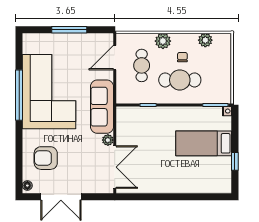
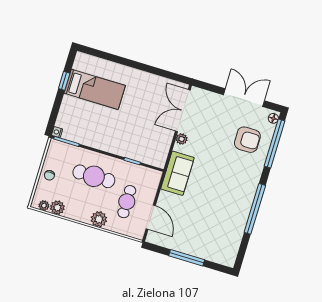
plant: (219, 38) -> (44, 206), added
chair: (182, 57) -> (49, 175), moved
door: (115, 58) -> (151, 217), hinge flipped
corner sofa: (49, 92) -> (225, 203), removed
sofa: (102, 107) -> (177, 173), width x0.73
bed: (204, 143) -> (95, 89), moved
window: (19, 162) -> (275, 144), added

